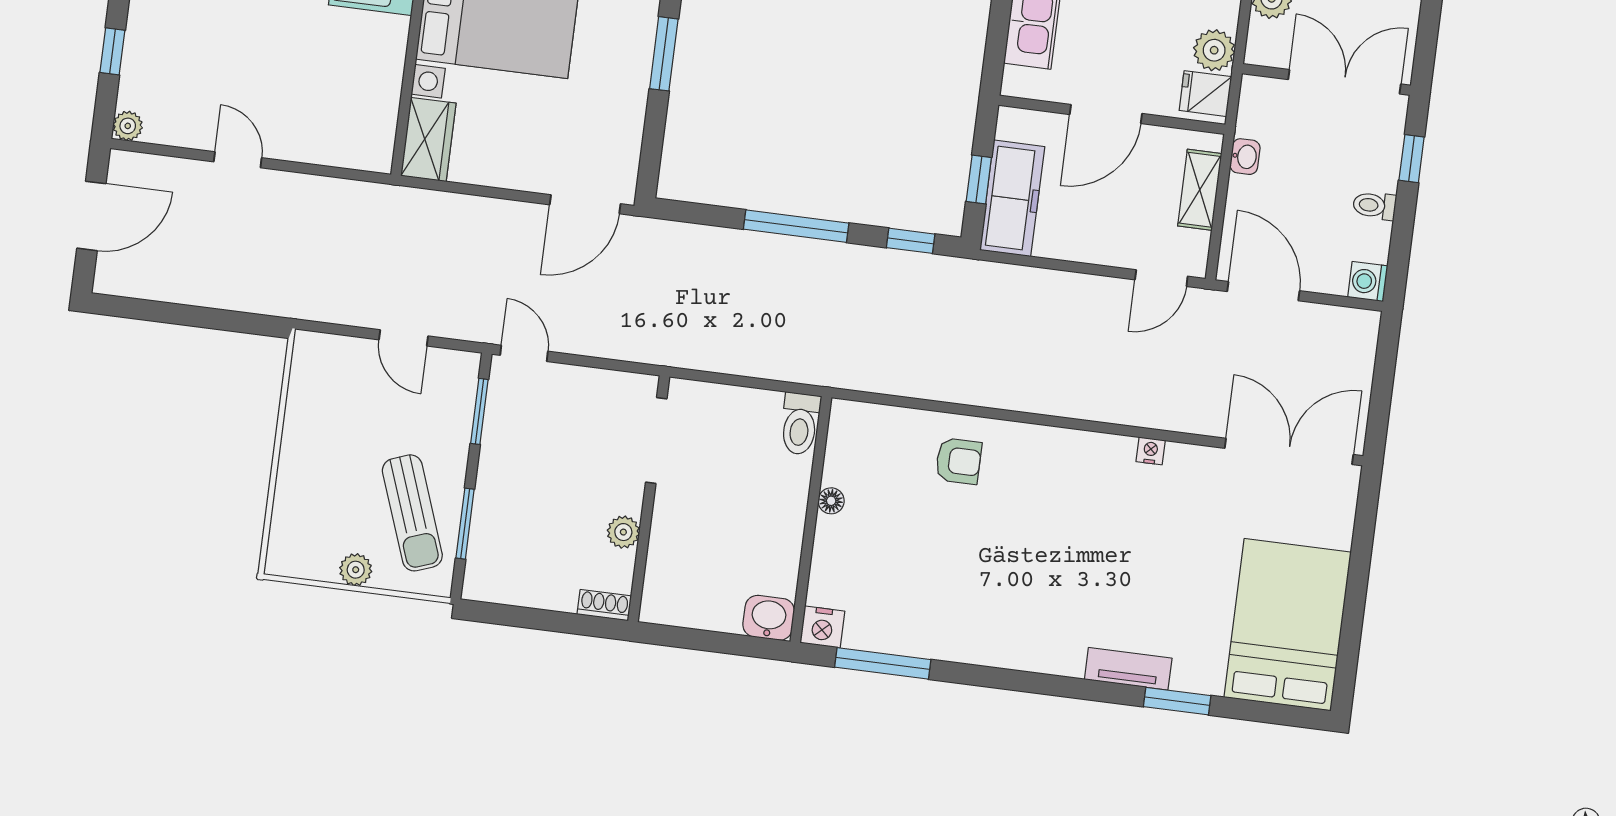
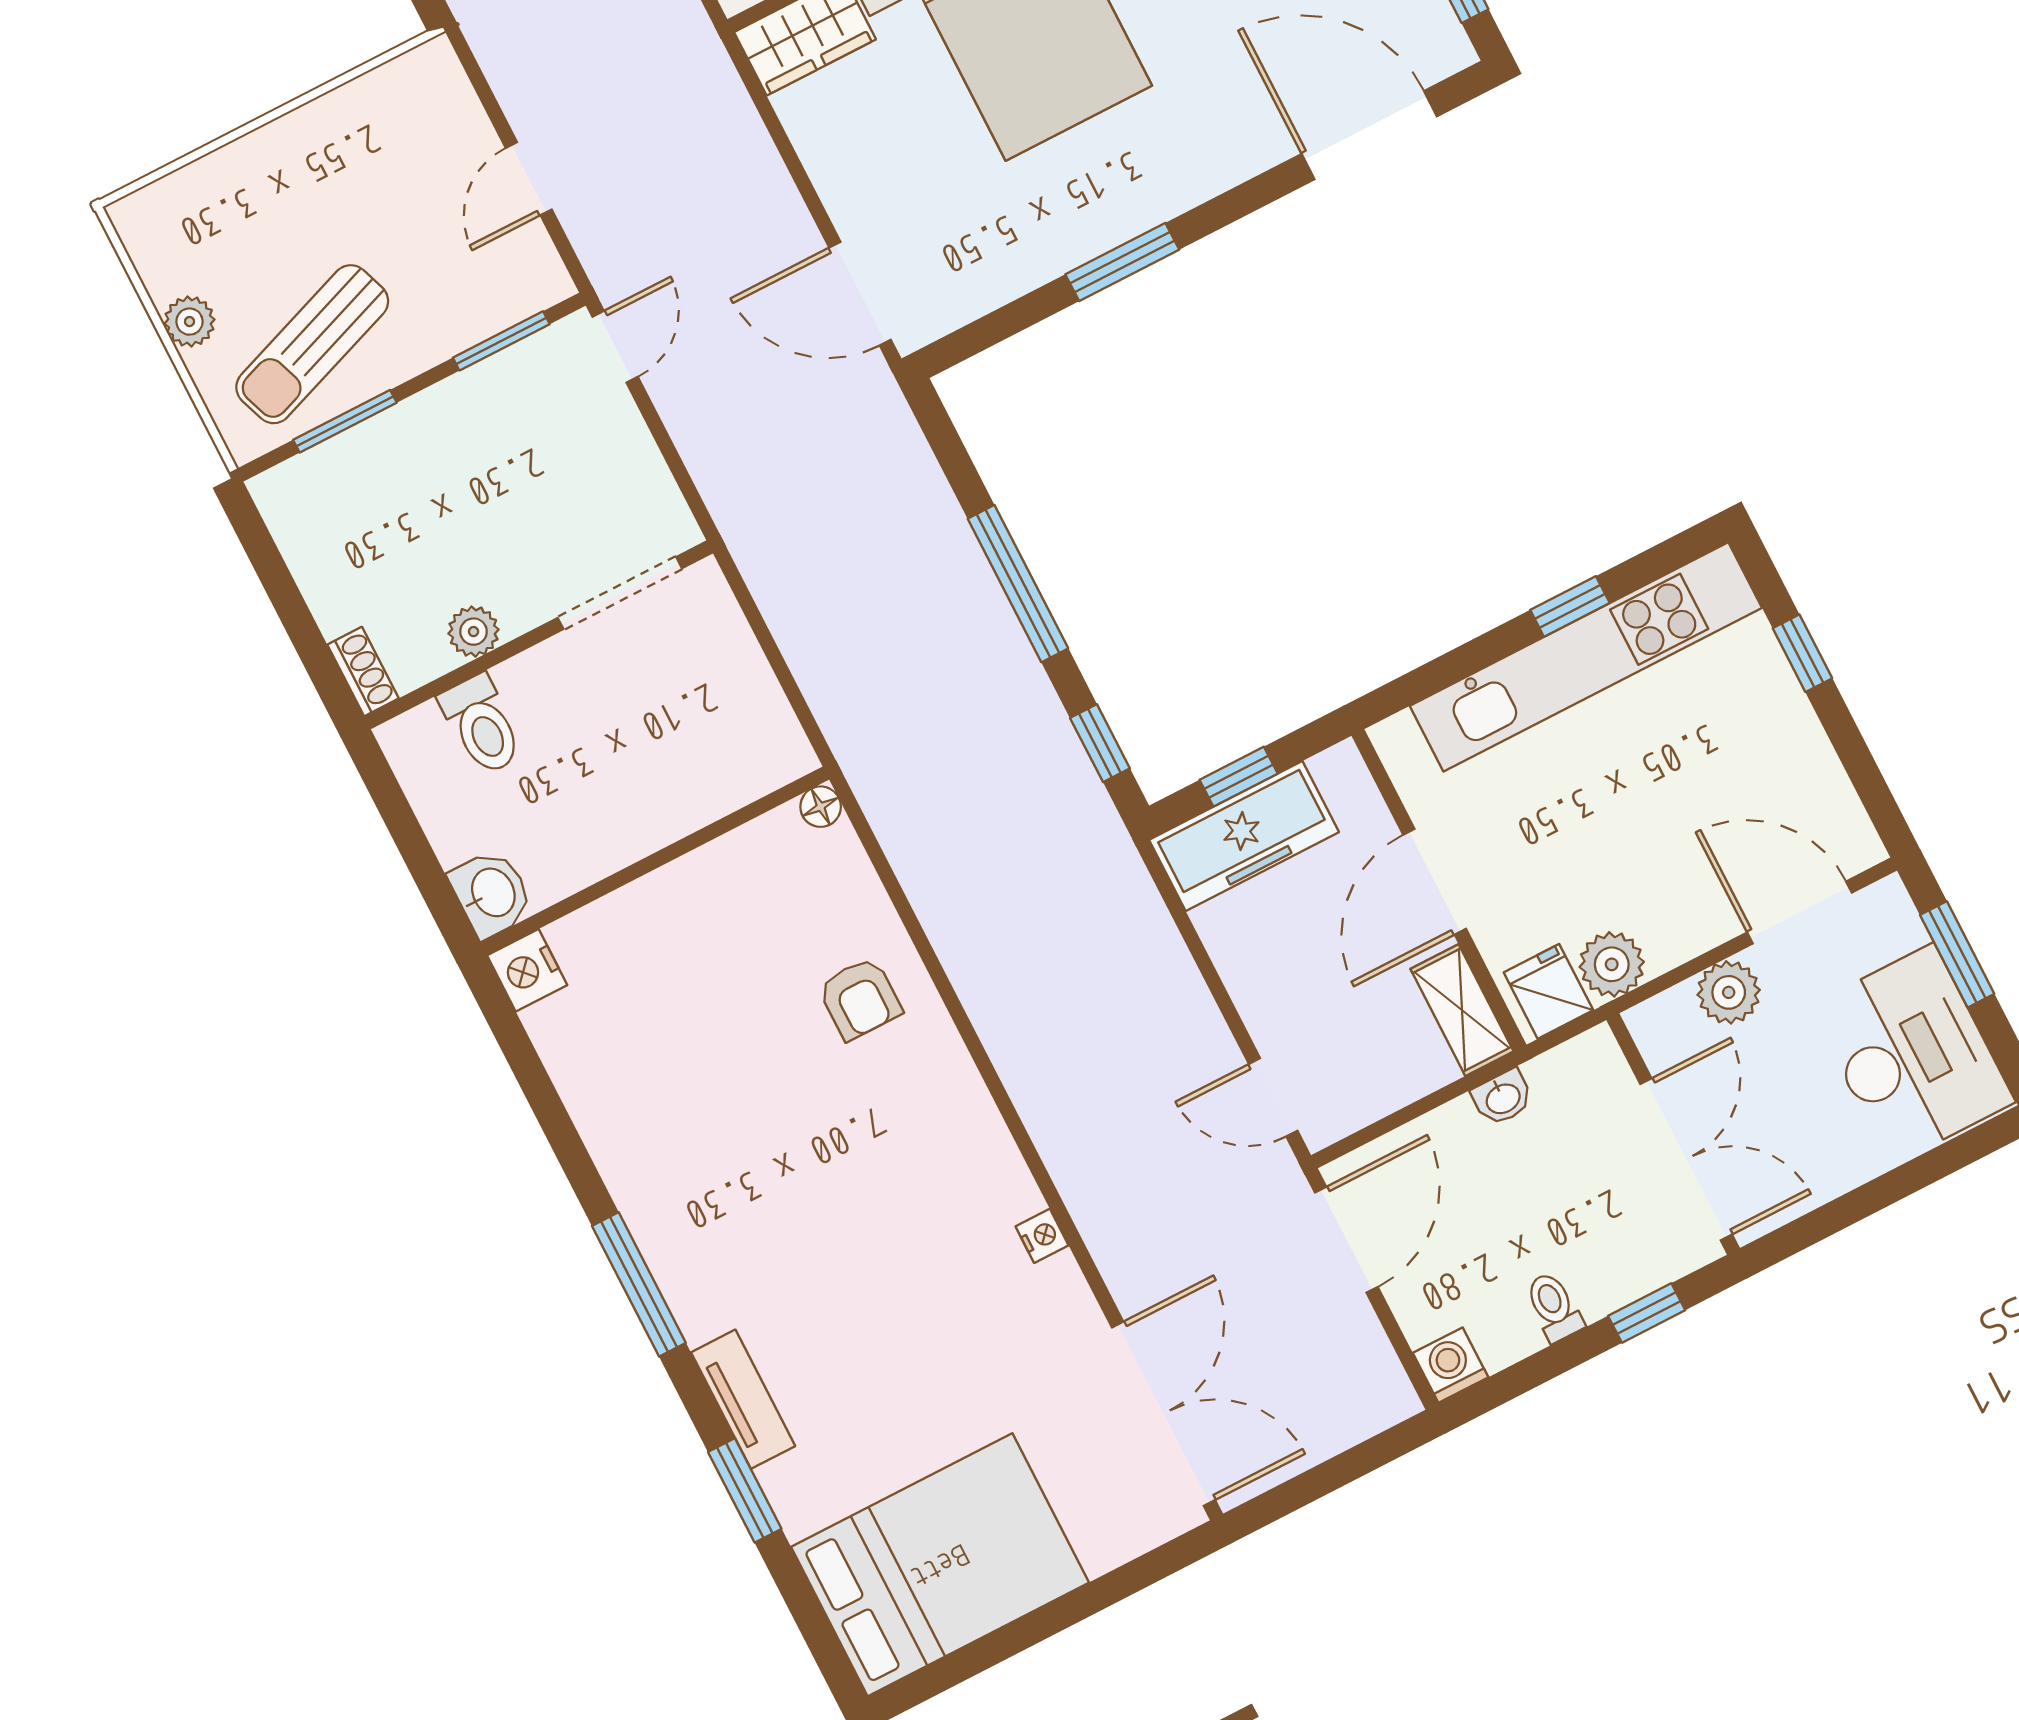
door: (1106, 114) -> (1435, 882), hinge flipped
shelving: (1200, 190) -> (1462, 1010), moved, turned 90
toilet: (800, 424) -> (482, 725), moved, turned -90
floor lamp: (831, 501) -> (821, 807), moved
window: (883, 663) -> (639, 1284), moved

